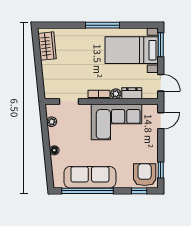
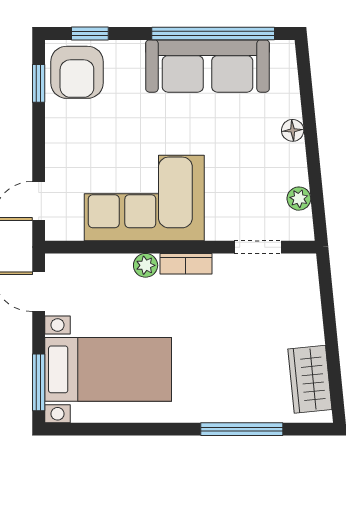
window: (102, 25) -> (242, 429), moved
dresser: (132, 93) -> (108, 266), removed

